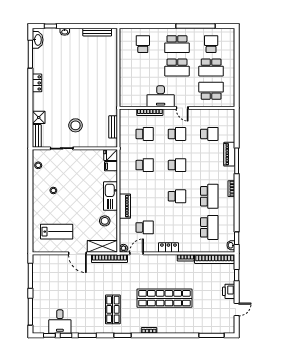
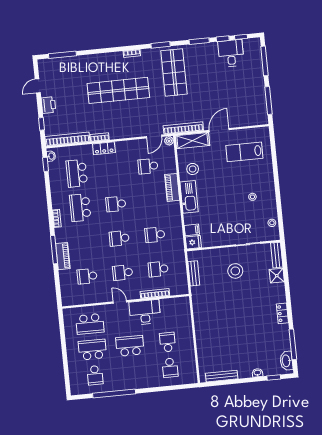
school desk: (177, 44) -> (168, 342), moved, width x0.54
locker: (168, 248) -> (104, 148), moved
door: (77, 253) -> (219, 130), hinge flipped
shop shelf: (113, 309) -> (174, 72), width x1.43, depth x1.36

